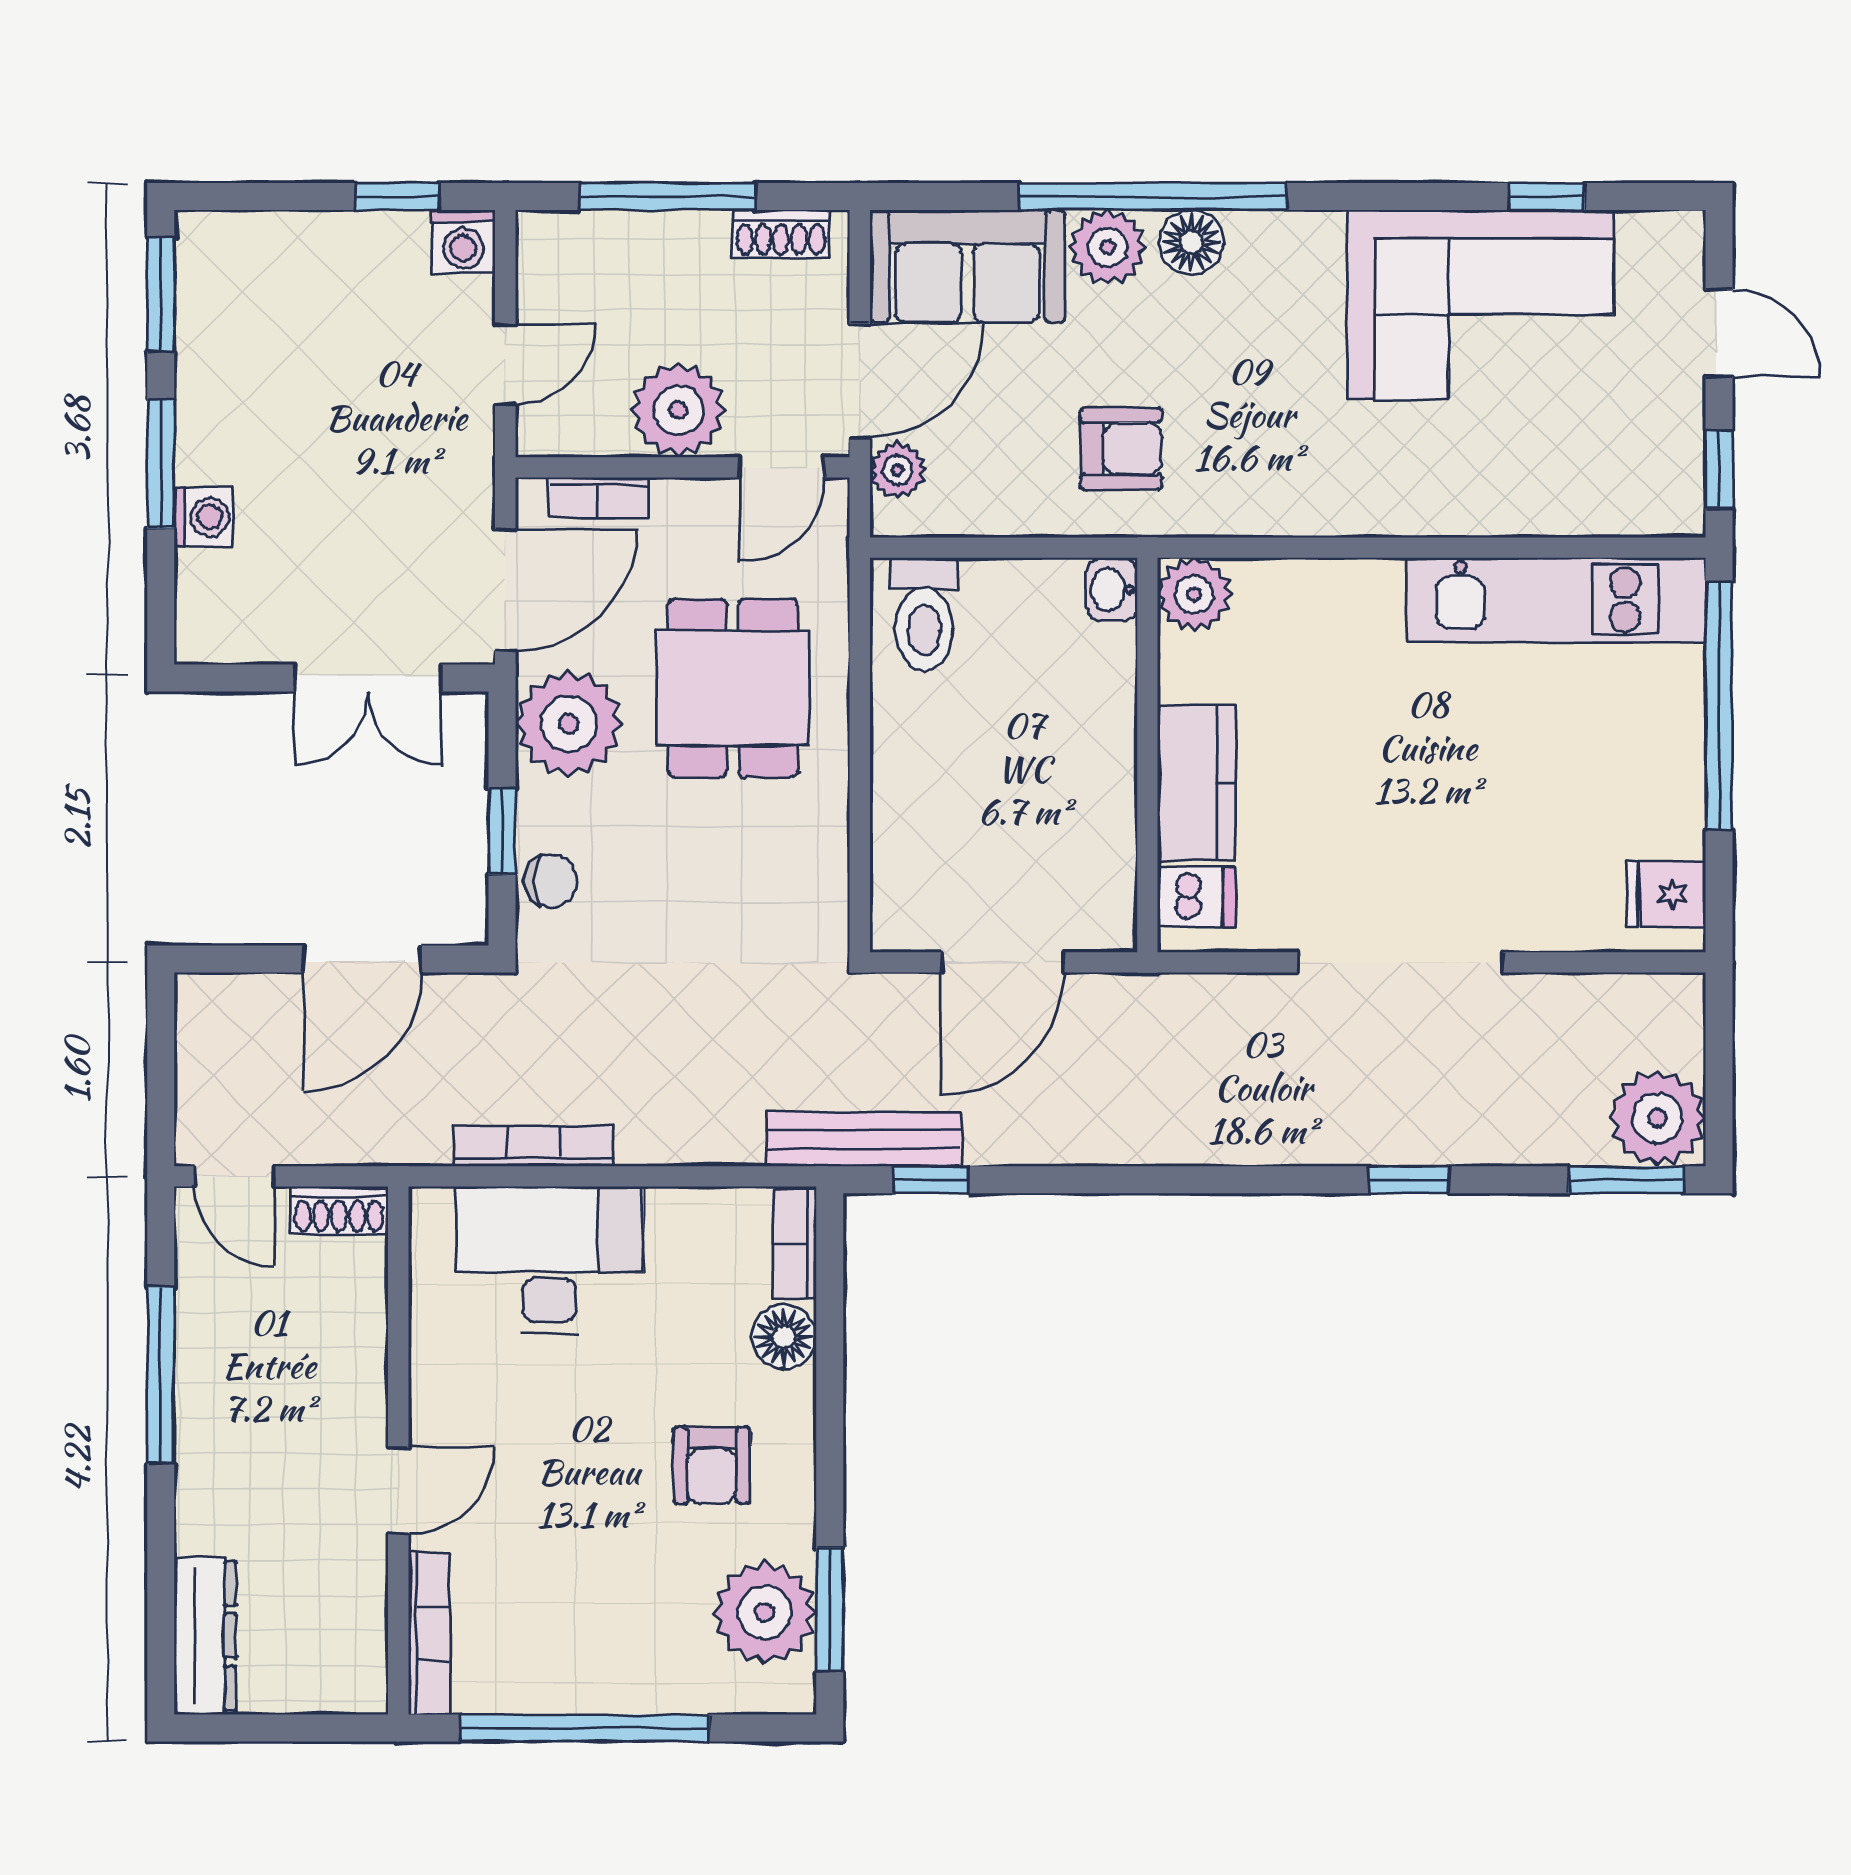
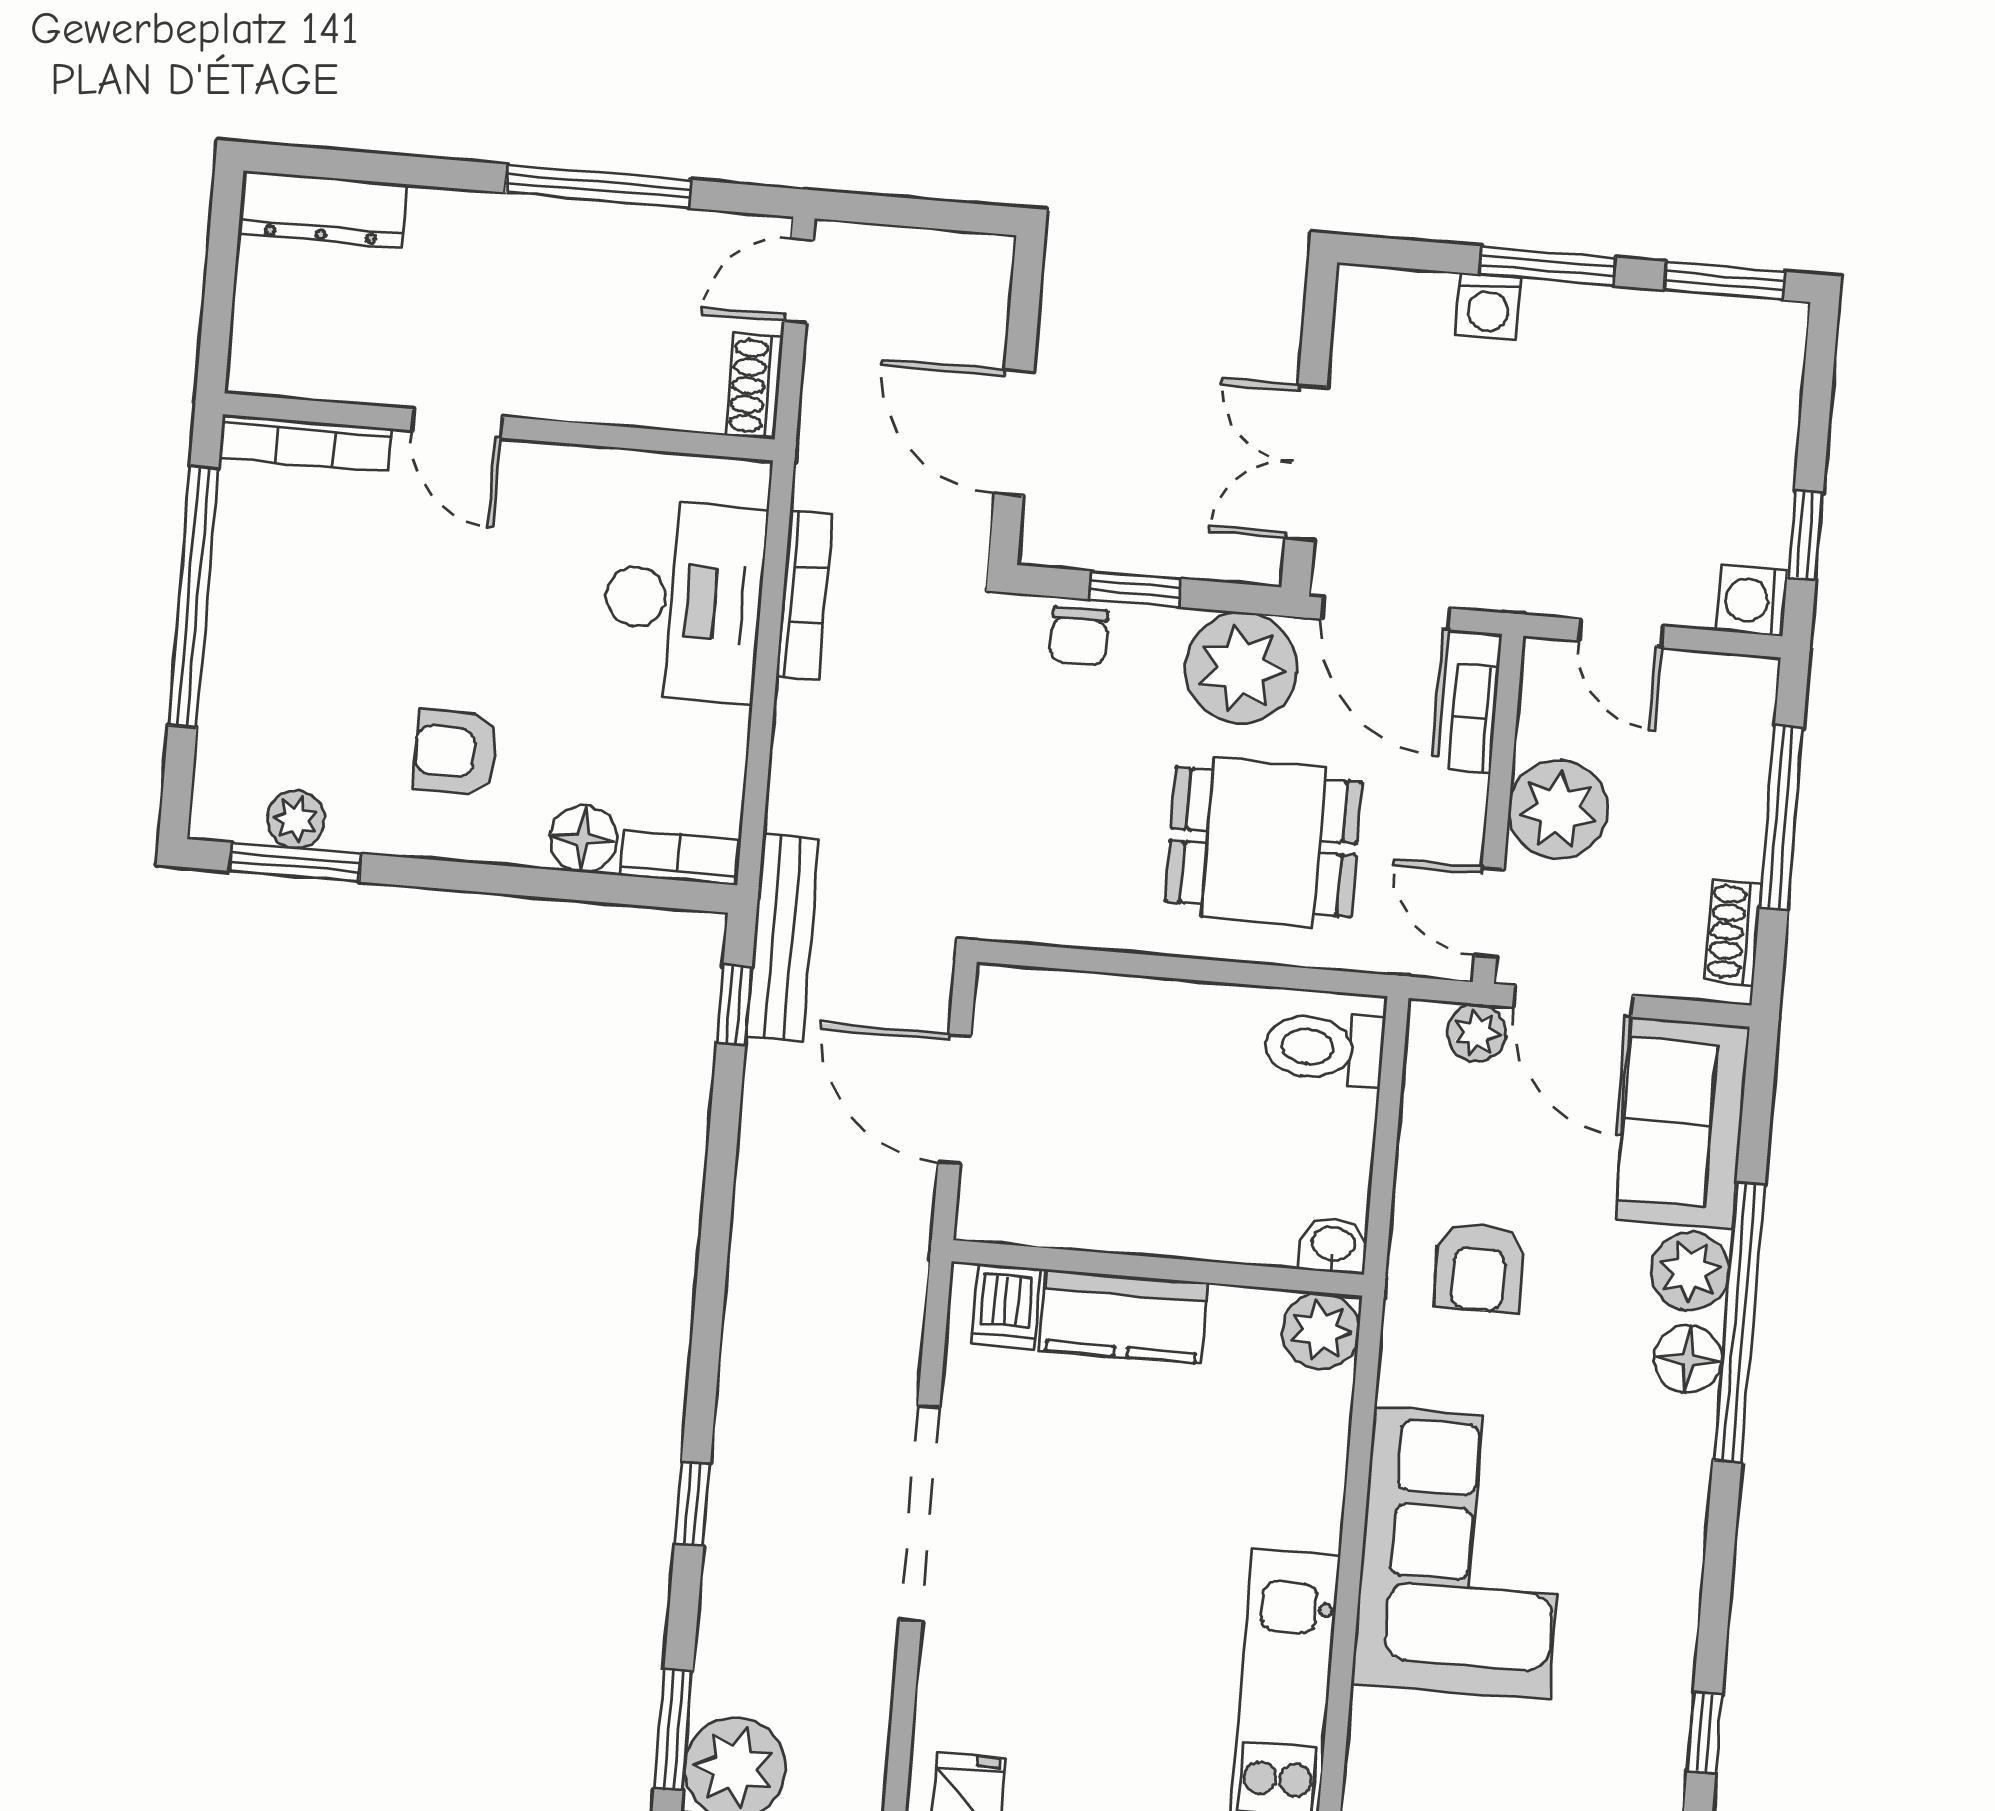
corner sofa: (1481, 305) -> (1461, 1553), moved, turned 180
plant: (765, 1613) -> (296, 819), width x0.53, depth x0.53

